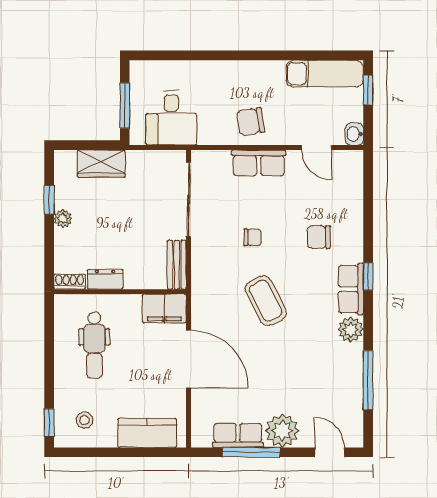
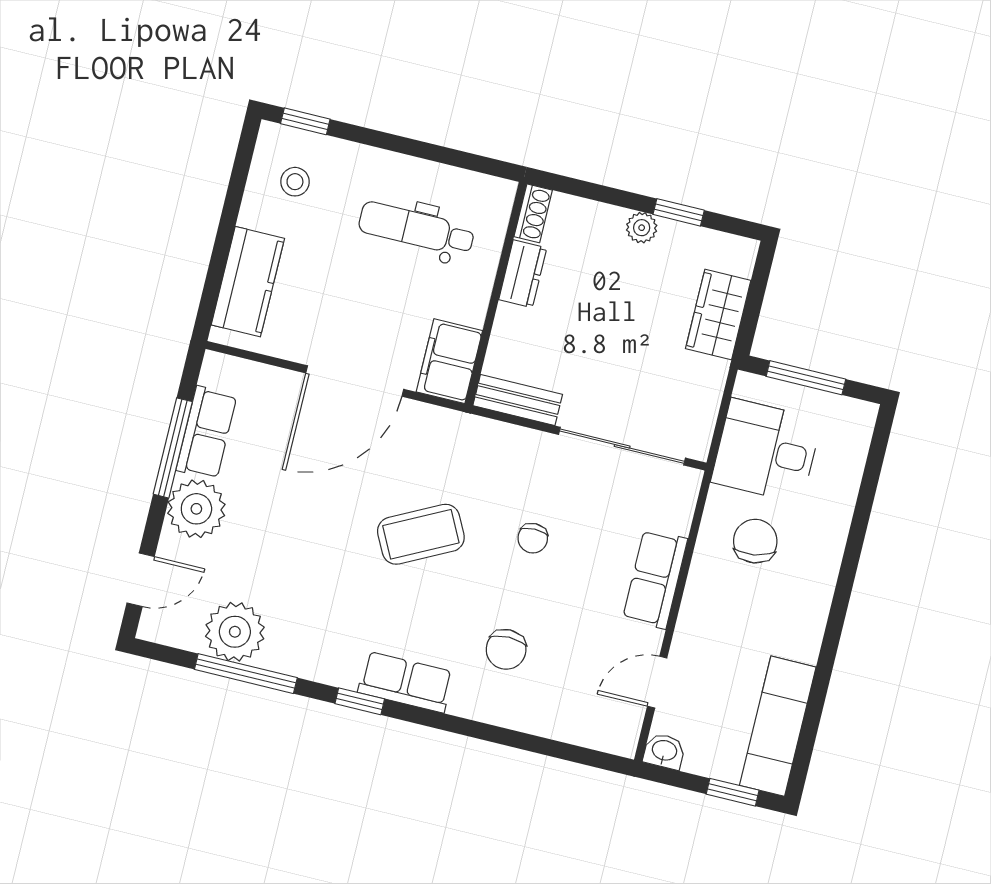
chair: (251, 122) -> (755, 541), moved
chair: (319, 237) -> (506, 649), turned 180
window: (368, 276) -> (360, 701), moved
plant: (351, 330) -> (235, 632), moved, width x1.36, depth x1.36

